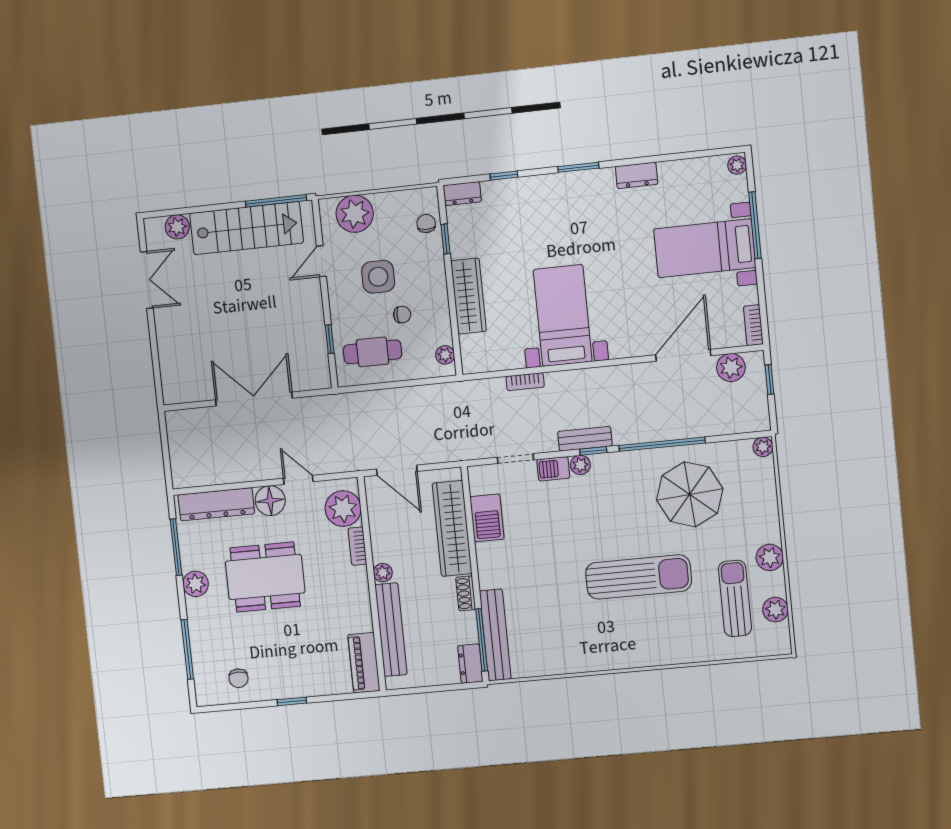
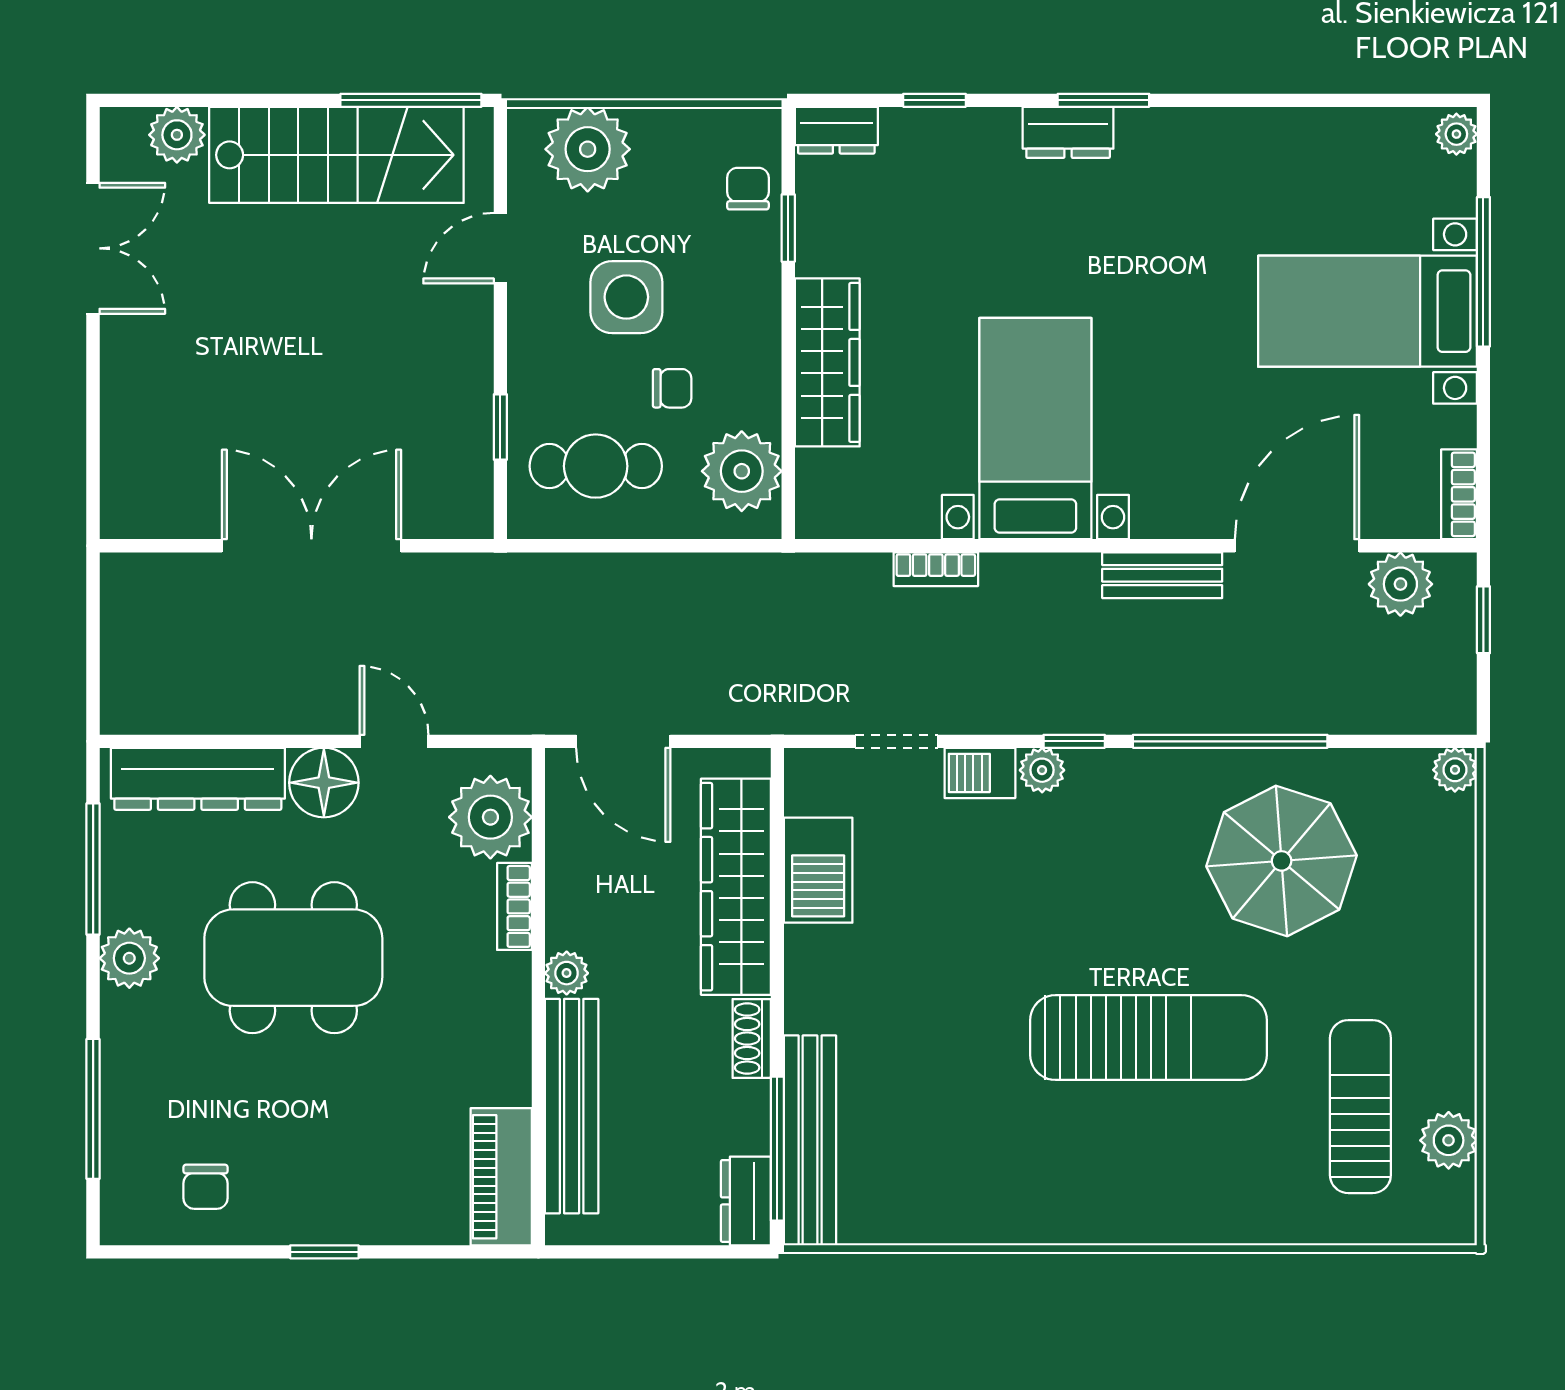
dresser: (637, 175) -> (1068, 132), moved
plant: (445, 355) -> (742, 471), width x1.88, depth x1.88
bench: (585, 439) -> (1162, 575), moved
plant: (770, 557) -> (1447, 1021), removed

